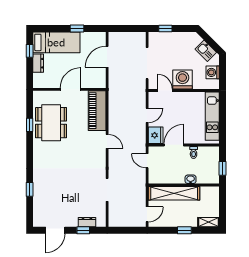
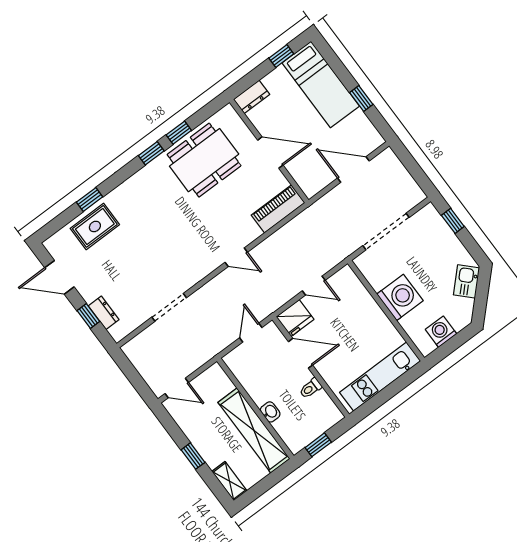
kitchen sink: (206, 51) -> (467, 281), moved
dresser: (38, 63) -> (252, 97), moved
door: (165, 91) -> (367, 284), removed
piano: (97, 111) -> (278, 209), width x0.73, depth x0.75
door: (107, 141) -> (236, 257), hinge flipped
window: (30, 145) -> (151, 153), added
shelving: (174, 193) -> (254, 431), moved
rug: (44, 196) -> (95, 226), added

